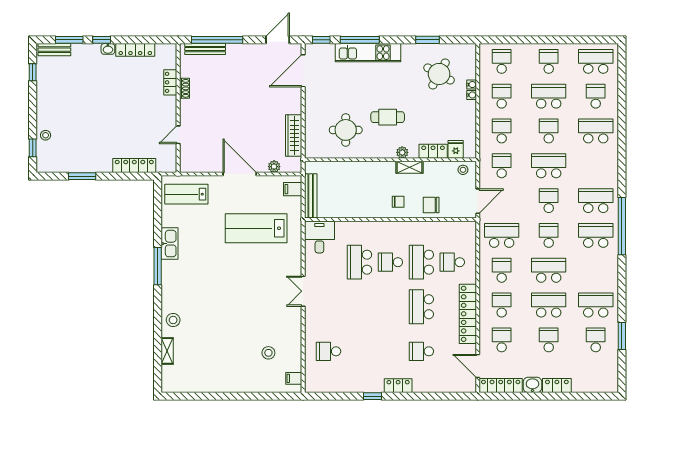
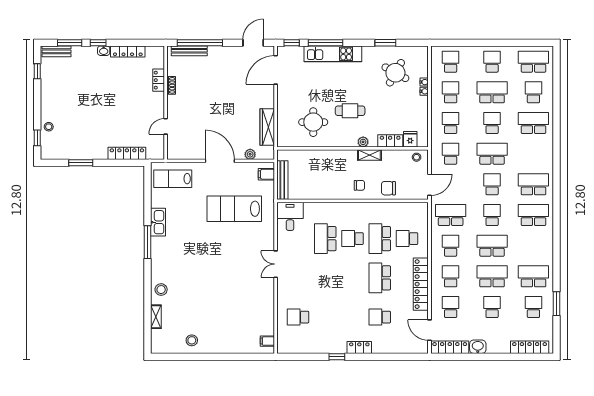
window: (622, 226) -> (556, 207), removed
stool: (268, 353) -> (192, 340), moved
locker: (557, 385) -> (530, 347), moved, width x1.53

